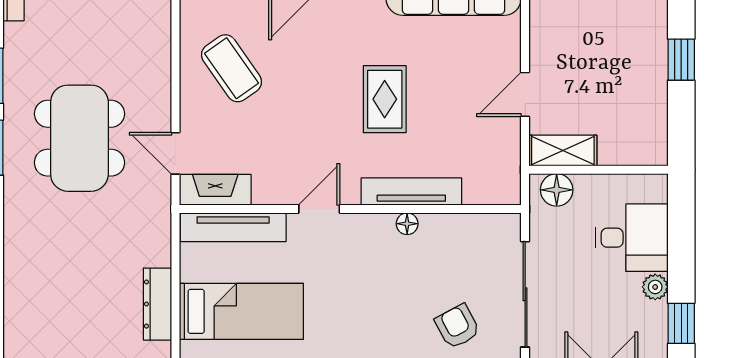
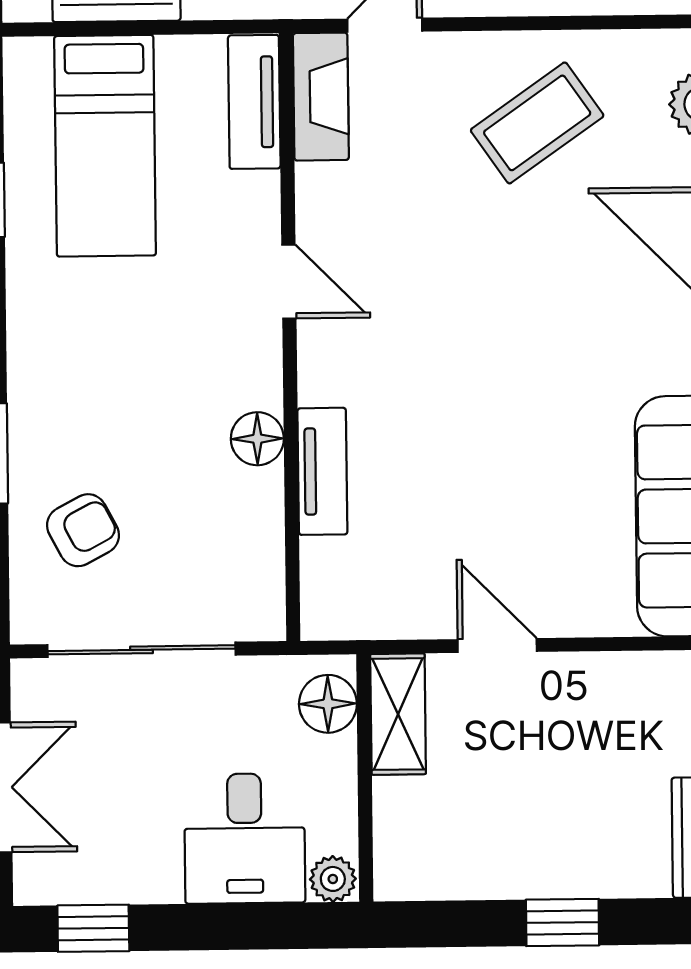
rug: (385, 99) -> (486, 396), removed
tv unit: (411, 191) -> (322, 471), width x0.71
floor lamp: (407, 224) -> (257, 439), width x1.37, depth x1.37
tv unit: (233, 227) -> (254, 102), width x0.71
plant: (655, 287) -> (333, 879), moved

